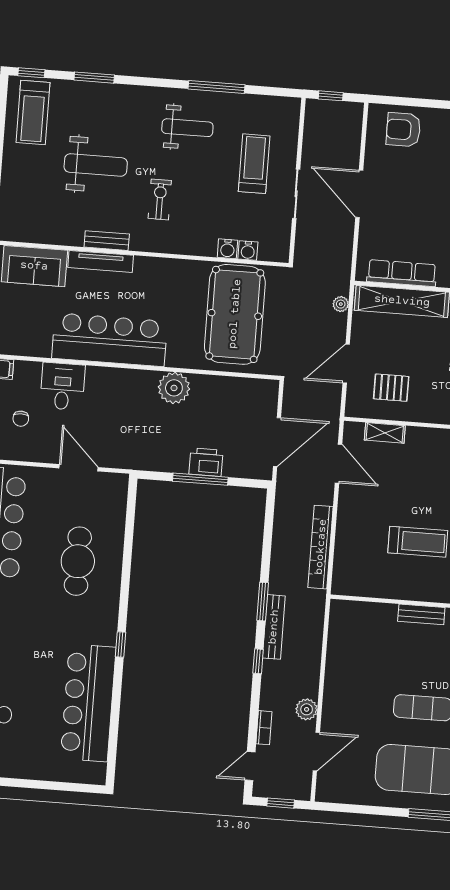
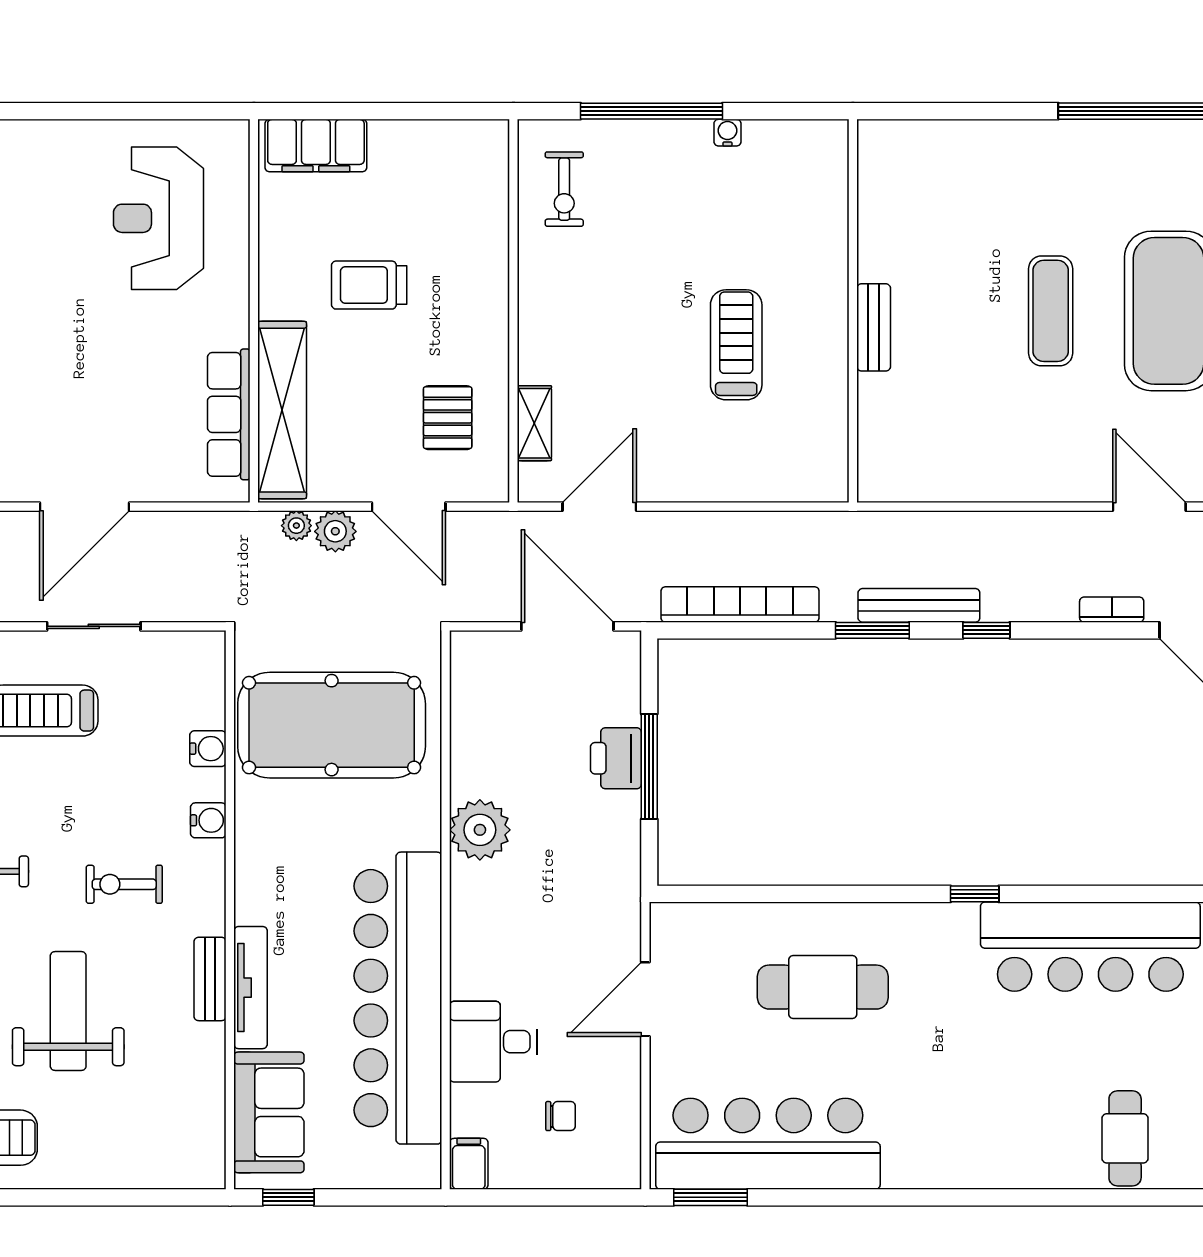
water cooler: (248, 251) -> (208, 820), moved
bar counter: (110, 340) -> (398, 998), width x1.36
bookcase: (321, 547) -> (740, 604), moved, turned 180
plant: (307, 709) -> (335, 531), moved

